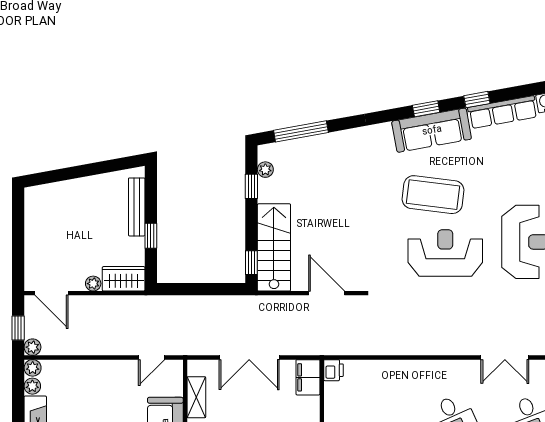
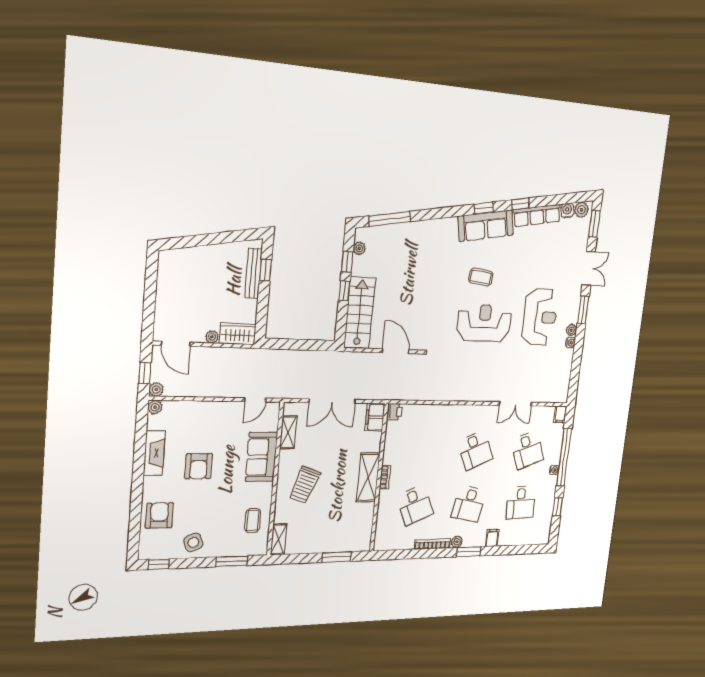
coffee table: (433, 195) -> (481, 277), width x0.54, depth x0.58
window: (151, 236) -> (265, 270), moved
window: (251, 263) -> (344, 291), moved
plant: (32, 386) -> (154, 422), removed

